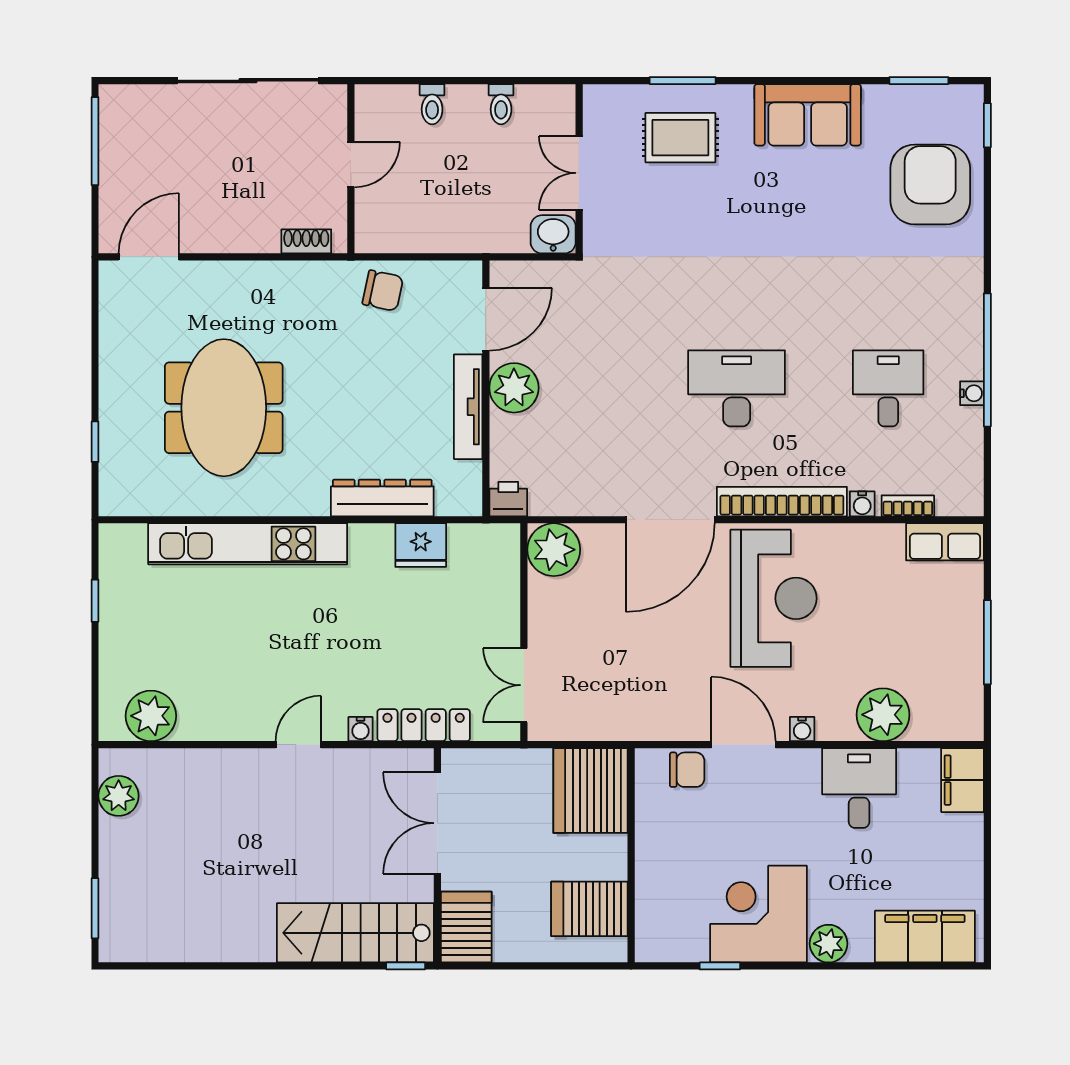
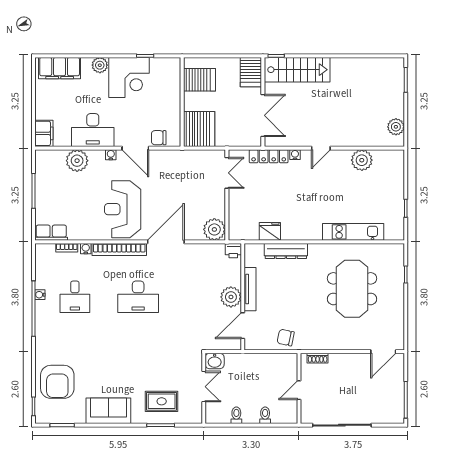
kitchen unit: (248, 544) -> (353, 232), width x0.73
plant: (151, 716) -> (362, 160), moved
desk: (859, 788) -> (93, 130), width x1.37

